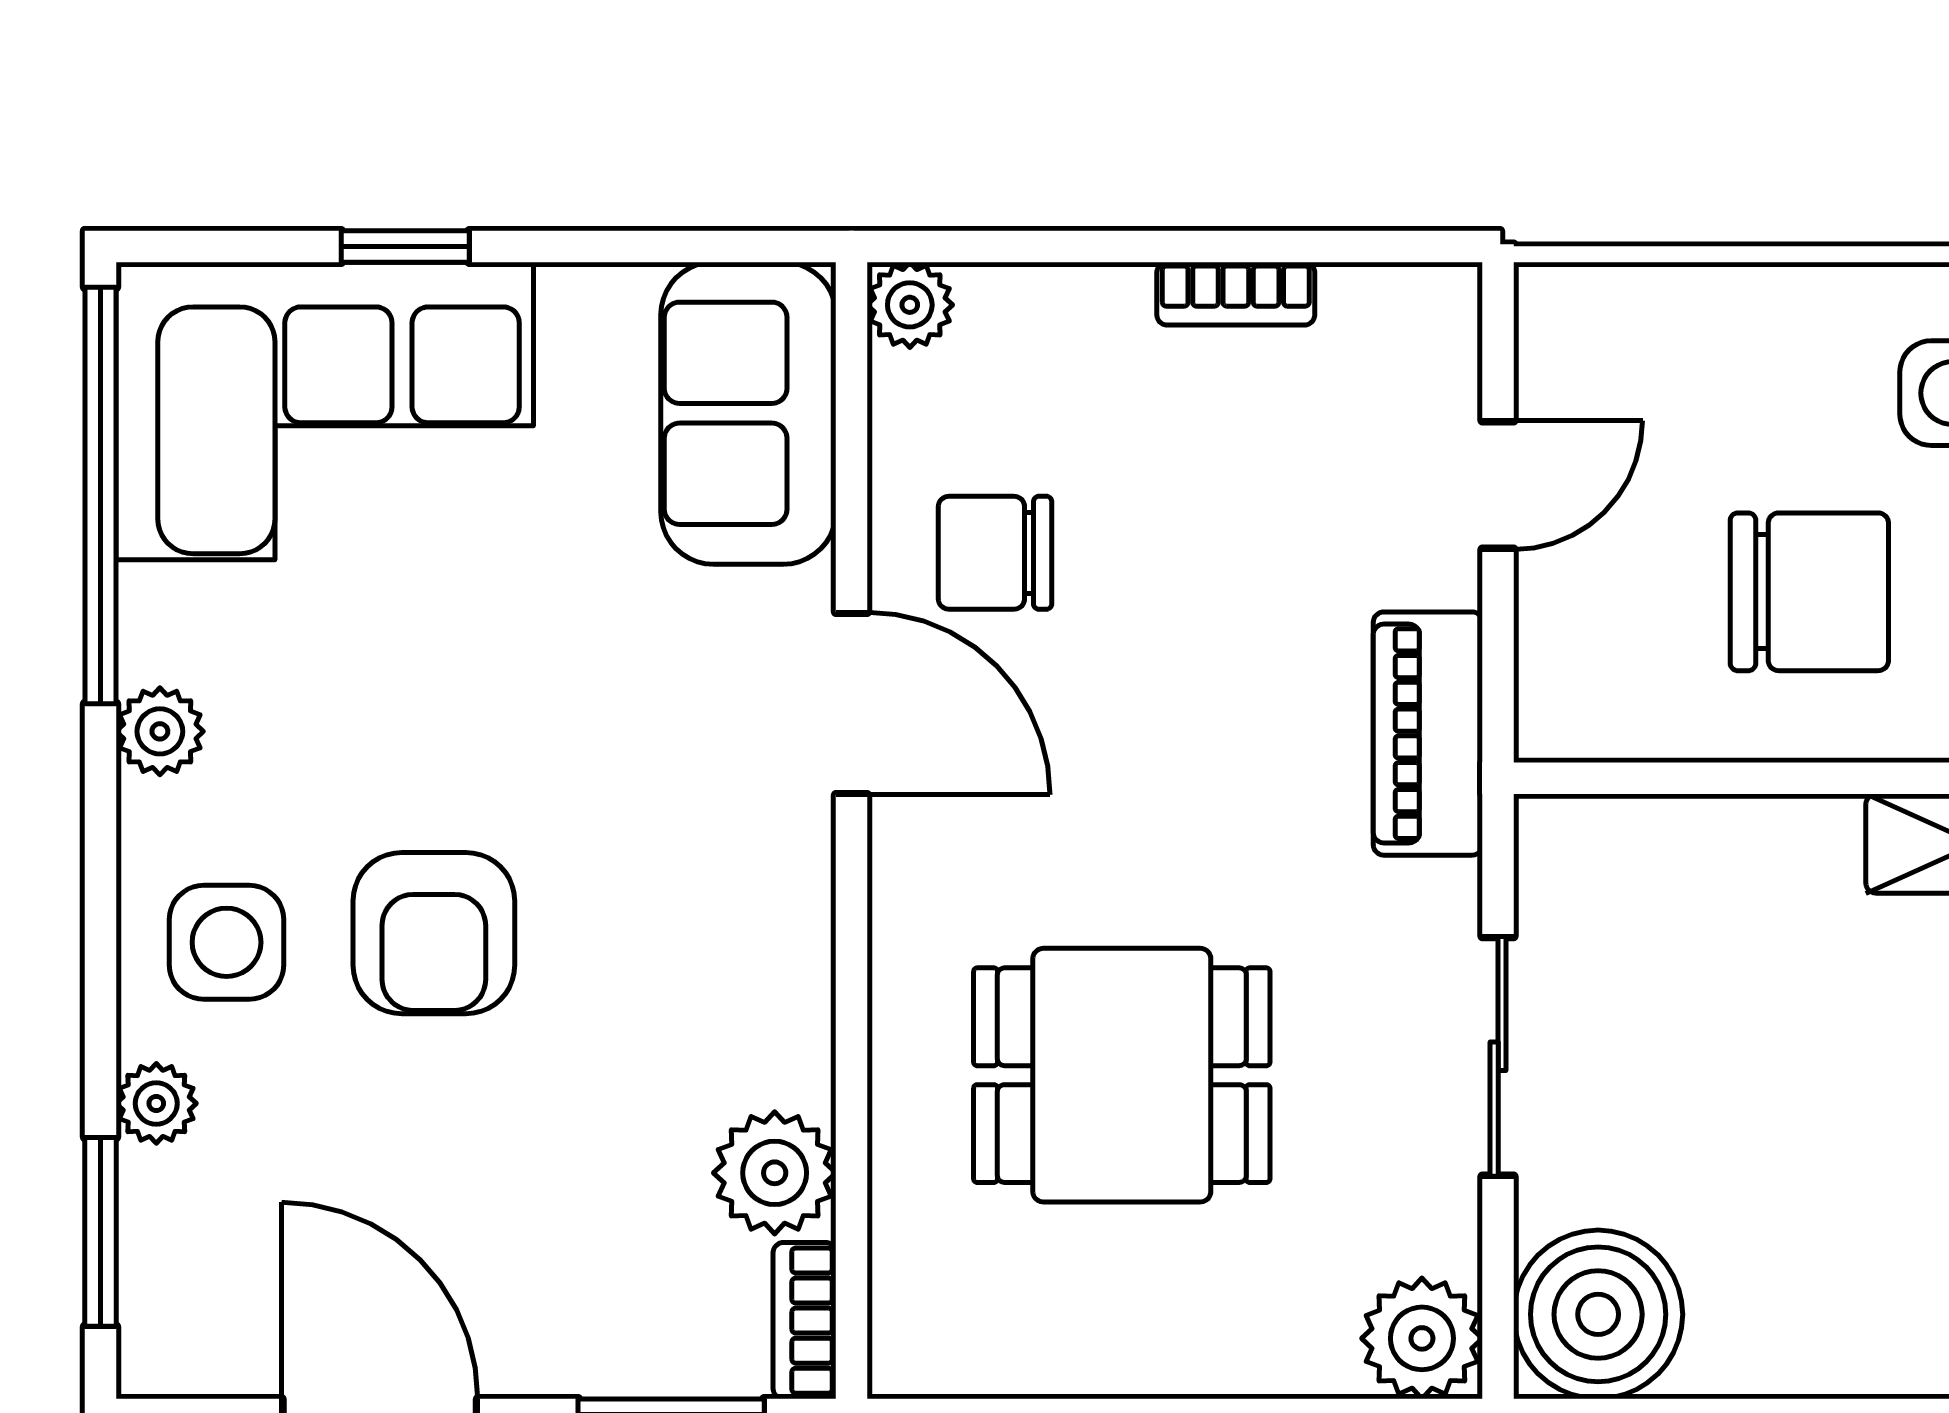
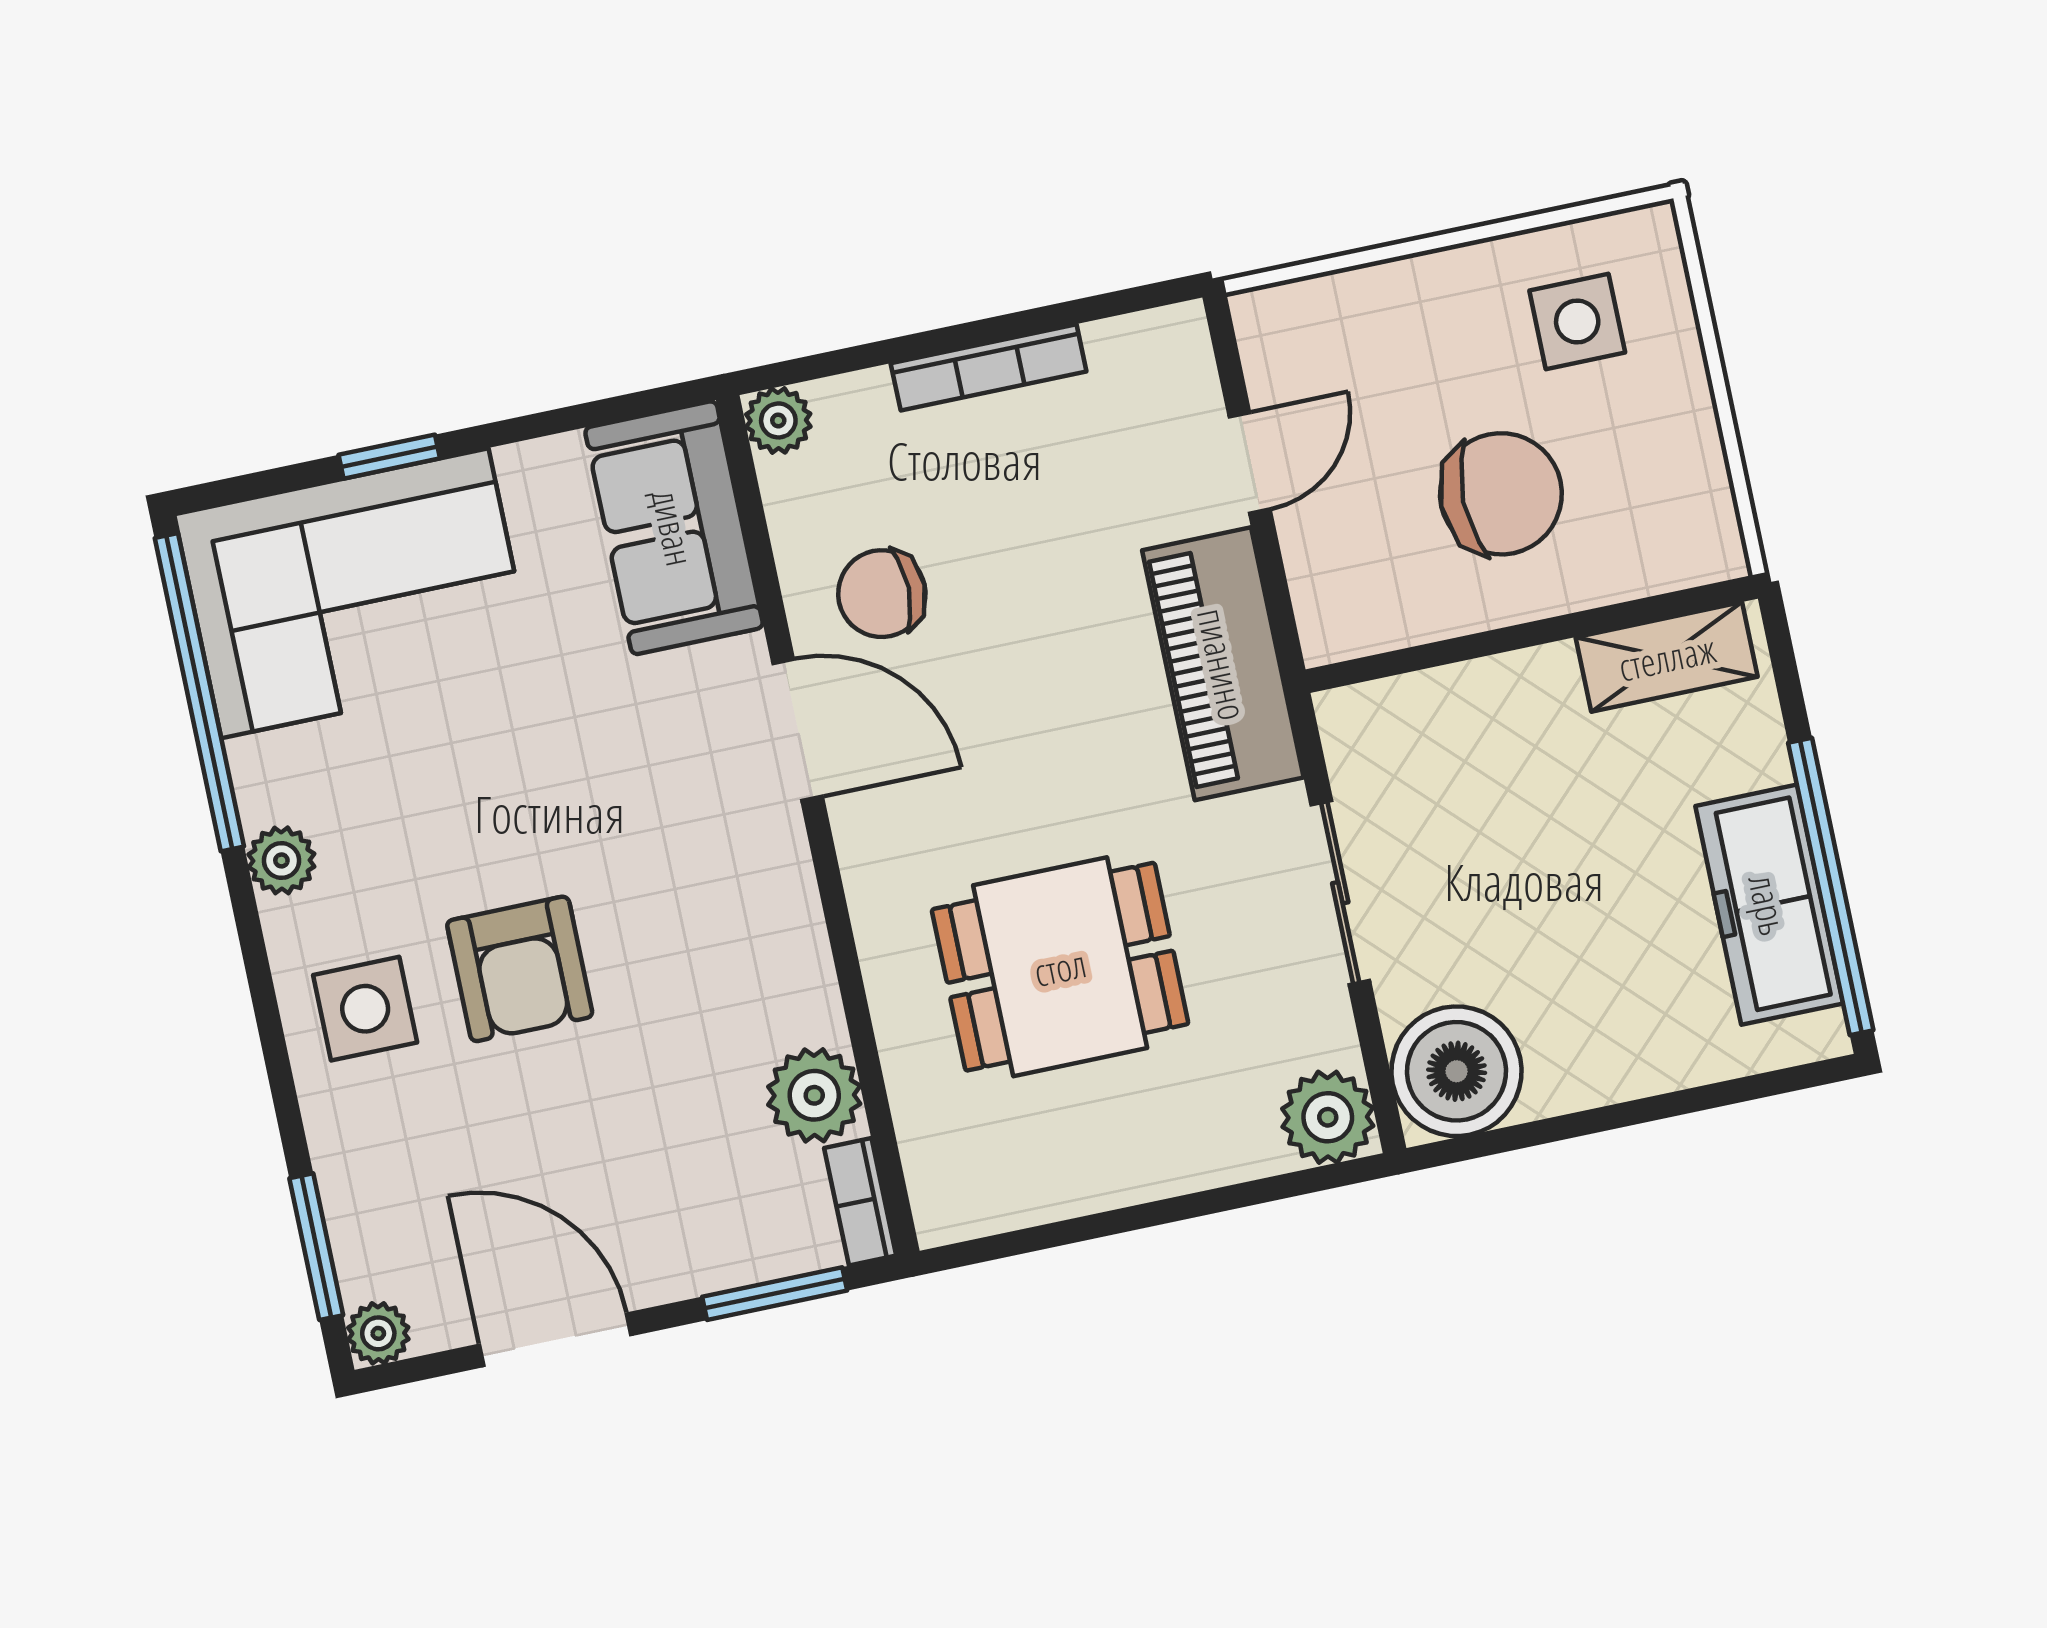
bookcase: (1236, 294) -> (989, 367), width x1.56
piano: (1428, 734) -> (1223, 664), width x1.37, depth x1.33
plant: (156, 1103) -> (378, 1333), moved

